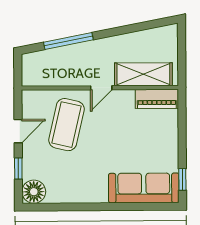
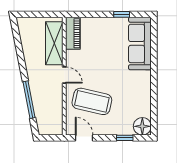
door: (18, 131) -> (84, 138), moved
window: (182, 179) -> (122, 14), moved

